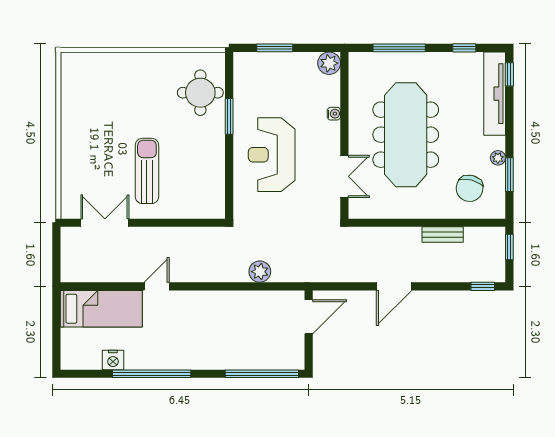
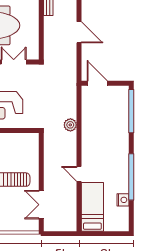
plant: (260, 272) -> (70, 125), moved

